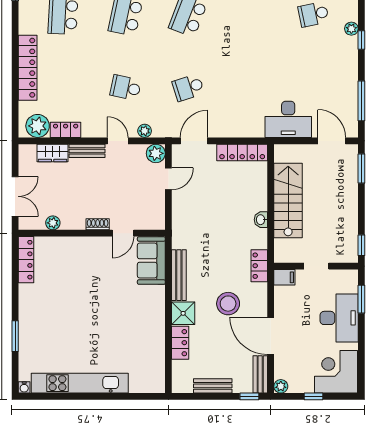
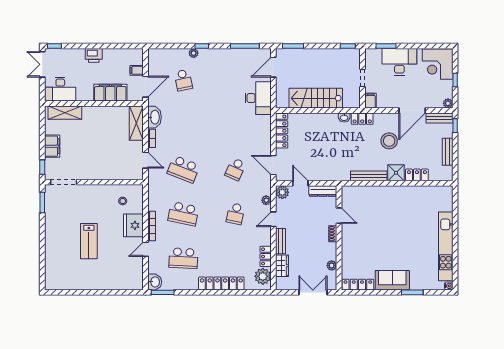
school desk: (188, 88) -> (235, 169), turned 42
dresser: (157, 210) -> (323, 191), added
washbasin: (261, 220) -> (344, 118), moved
sofa: (151, 261) -> (392, 280), moved, turned 180

